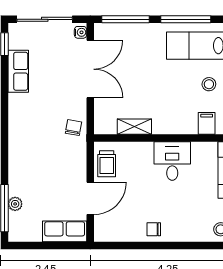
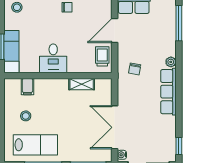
row of seats: (18, 71) -> (168, 92), moved, width x1.48
chair: (73, 128) -> (135, 69), moved
plant: (15, 204) -> (171, 62), moved

